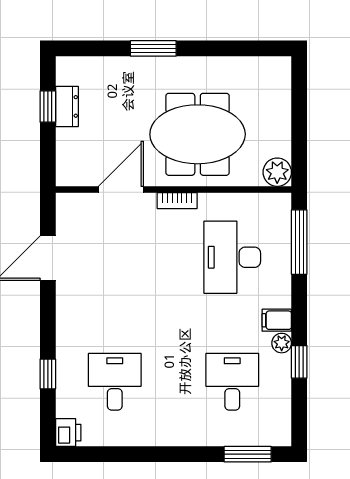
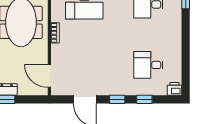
door: (121, 189) -> (49, 76), moved
window: (48, 321) -> (117, 99), added

